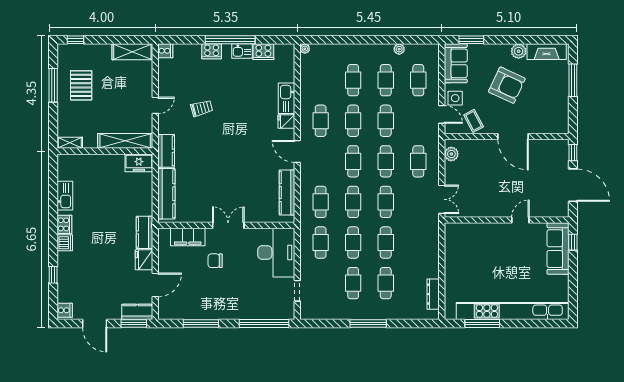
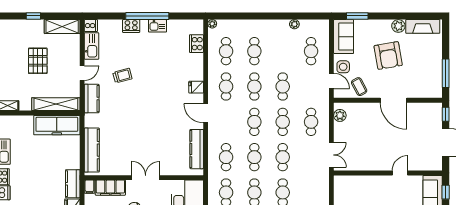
window: (76, 40) -> (33, 16), moved
cooker: (263, 52) -> (196, 44), moved, turned 90
cafe table: (386, 80) -> (226, 51), moved
window: (573, 80) -> (446, 73), moved
pallet: (81, 85) -> (38, 61), moved
armchair: (507, 85) -> (388, 56), turned 55
kitchen sink: (286, 98) -> (91, 46), moved, turned 180
kitchen counter: (166, 151) -> (92, 99), moved
freezer: (139, 163) -> (57, 125), width x1.91, depth x1.26
filing cabinet: (164, 236) -> (89, 187), added

